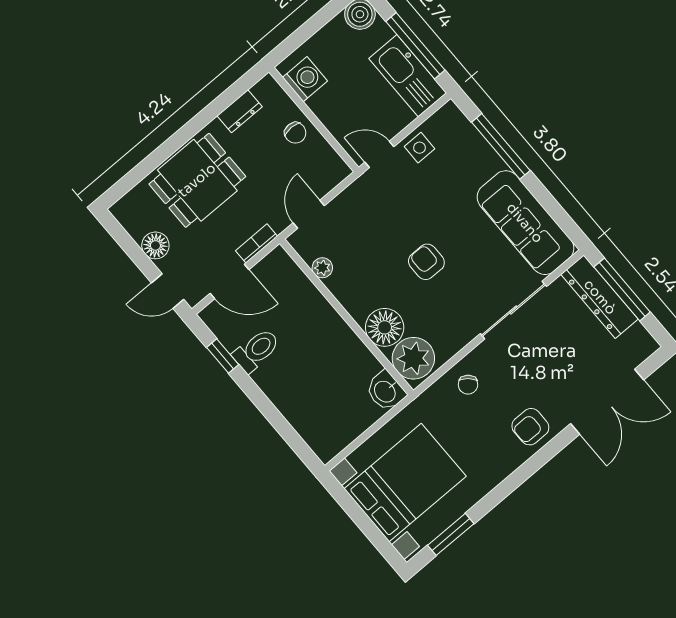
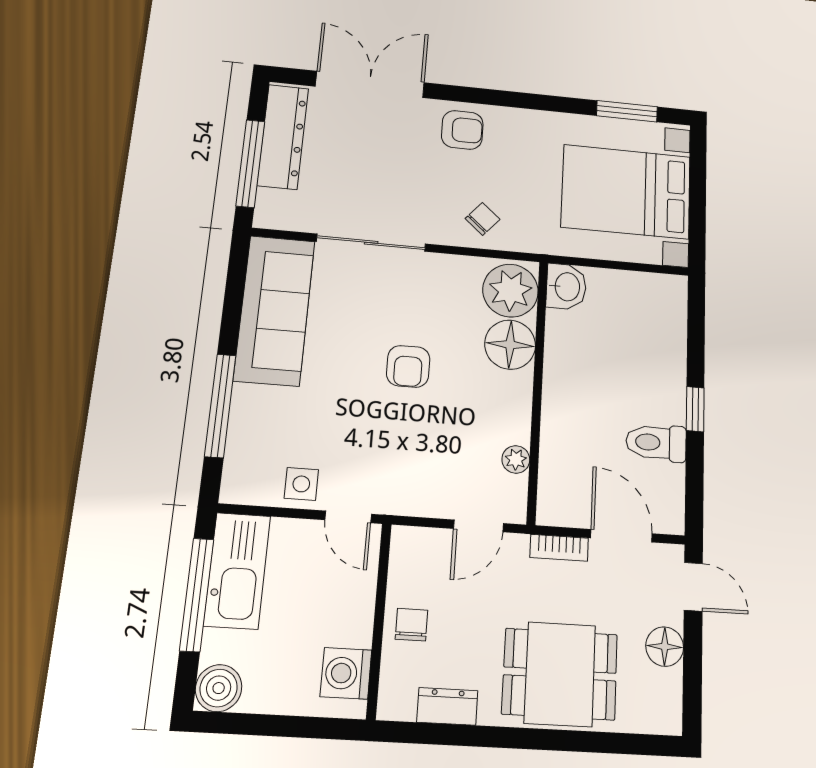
dresser: (600, 297) -> (283, 137), moved
window: (223, 356) -> (695, 409), moved

